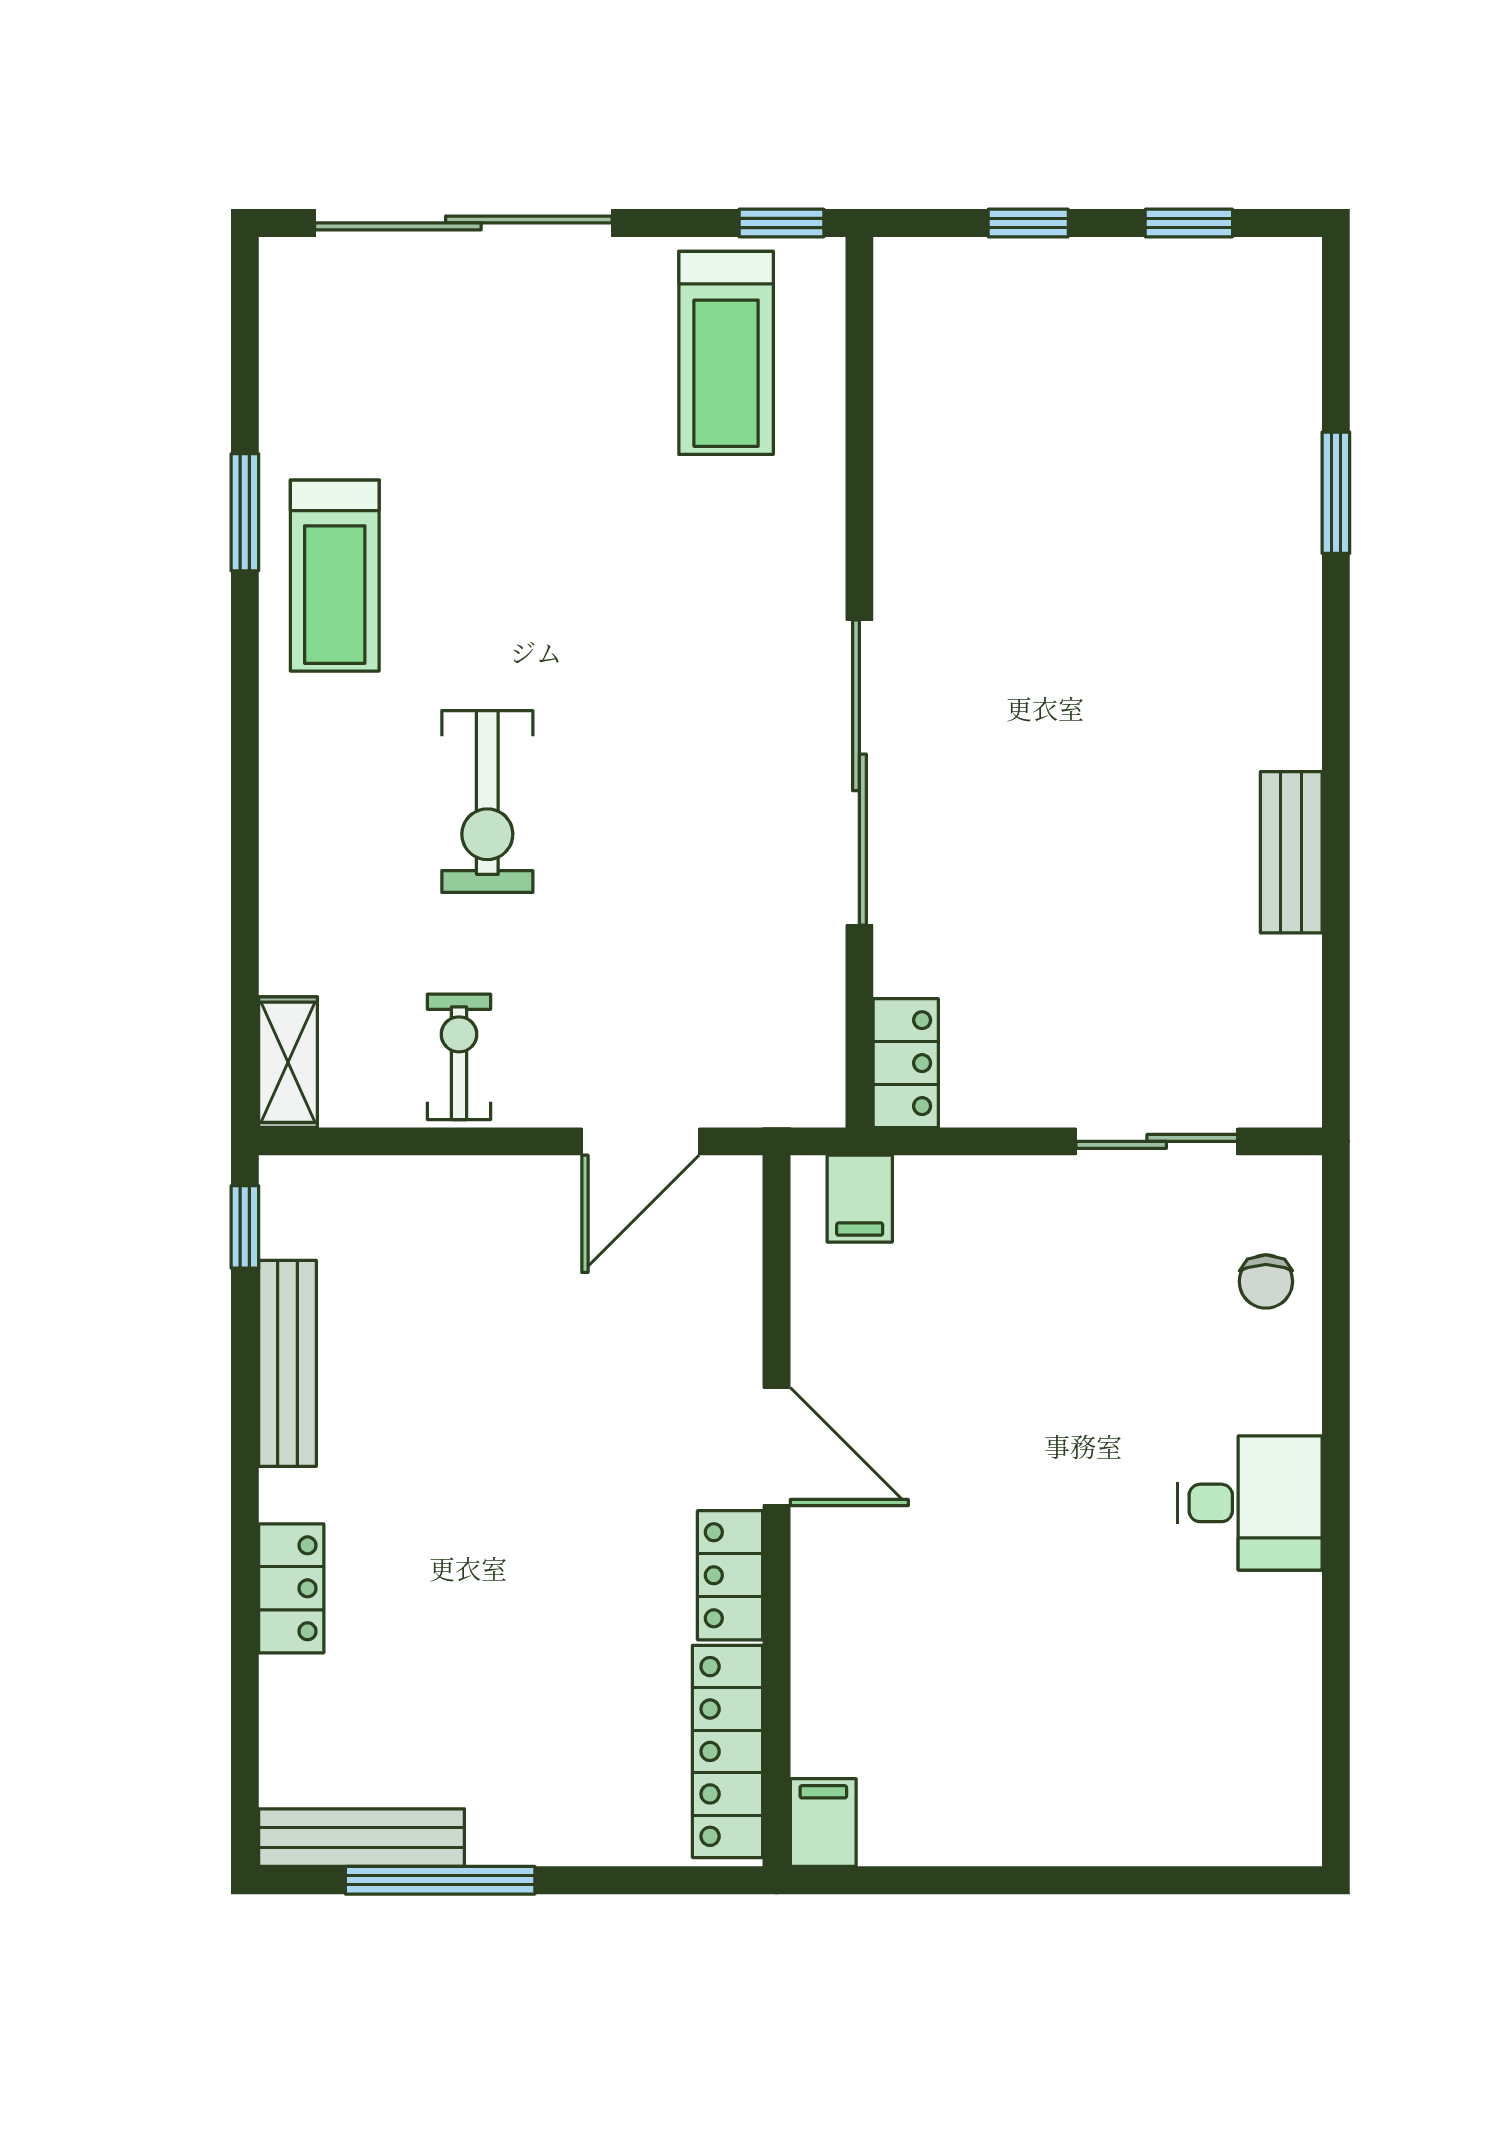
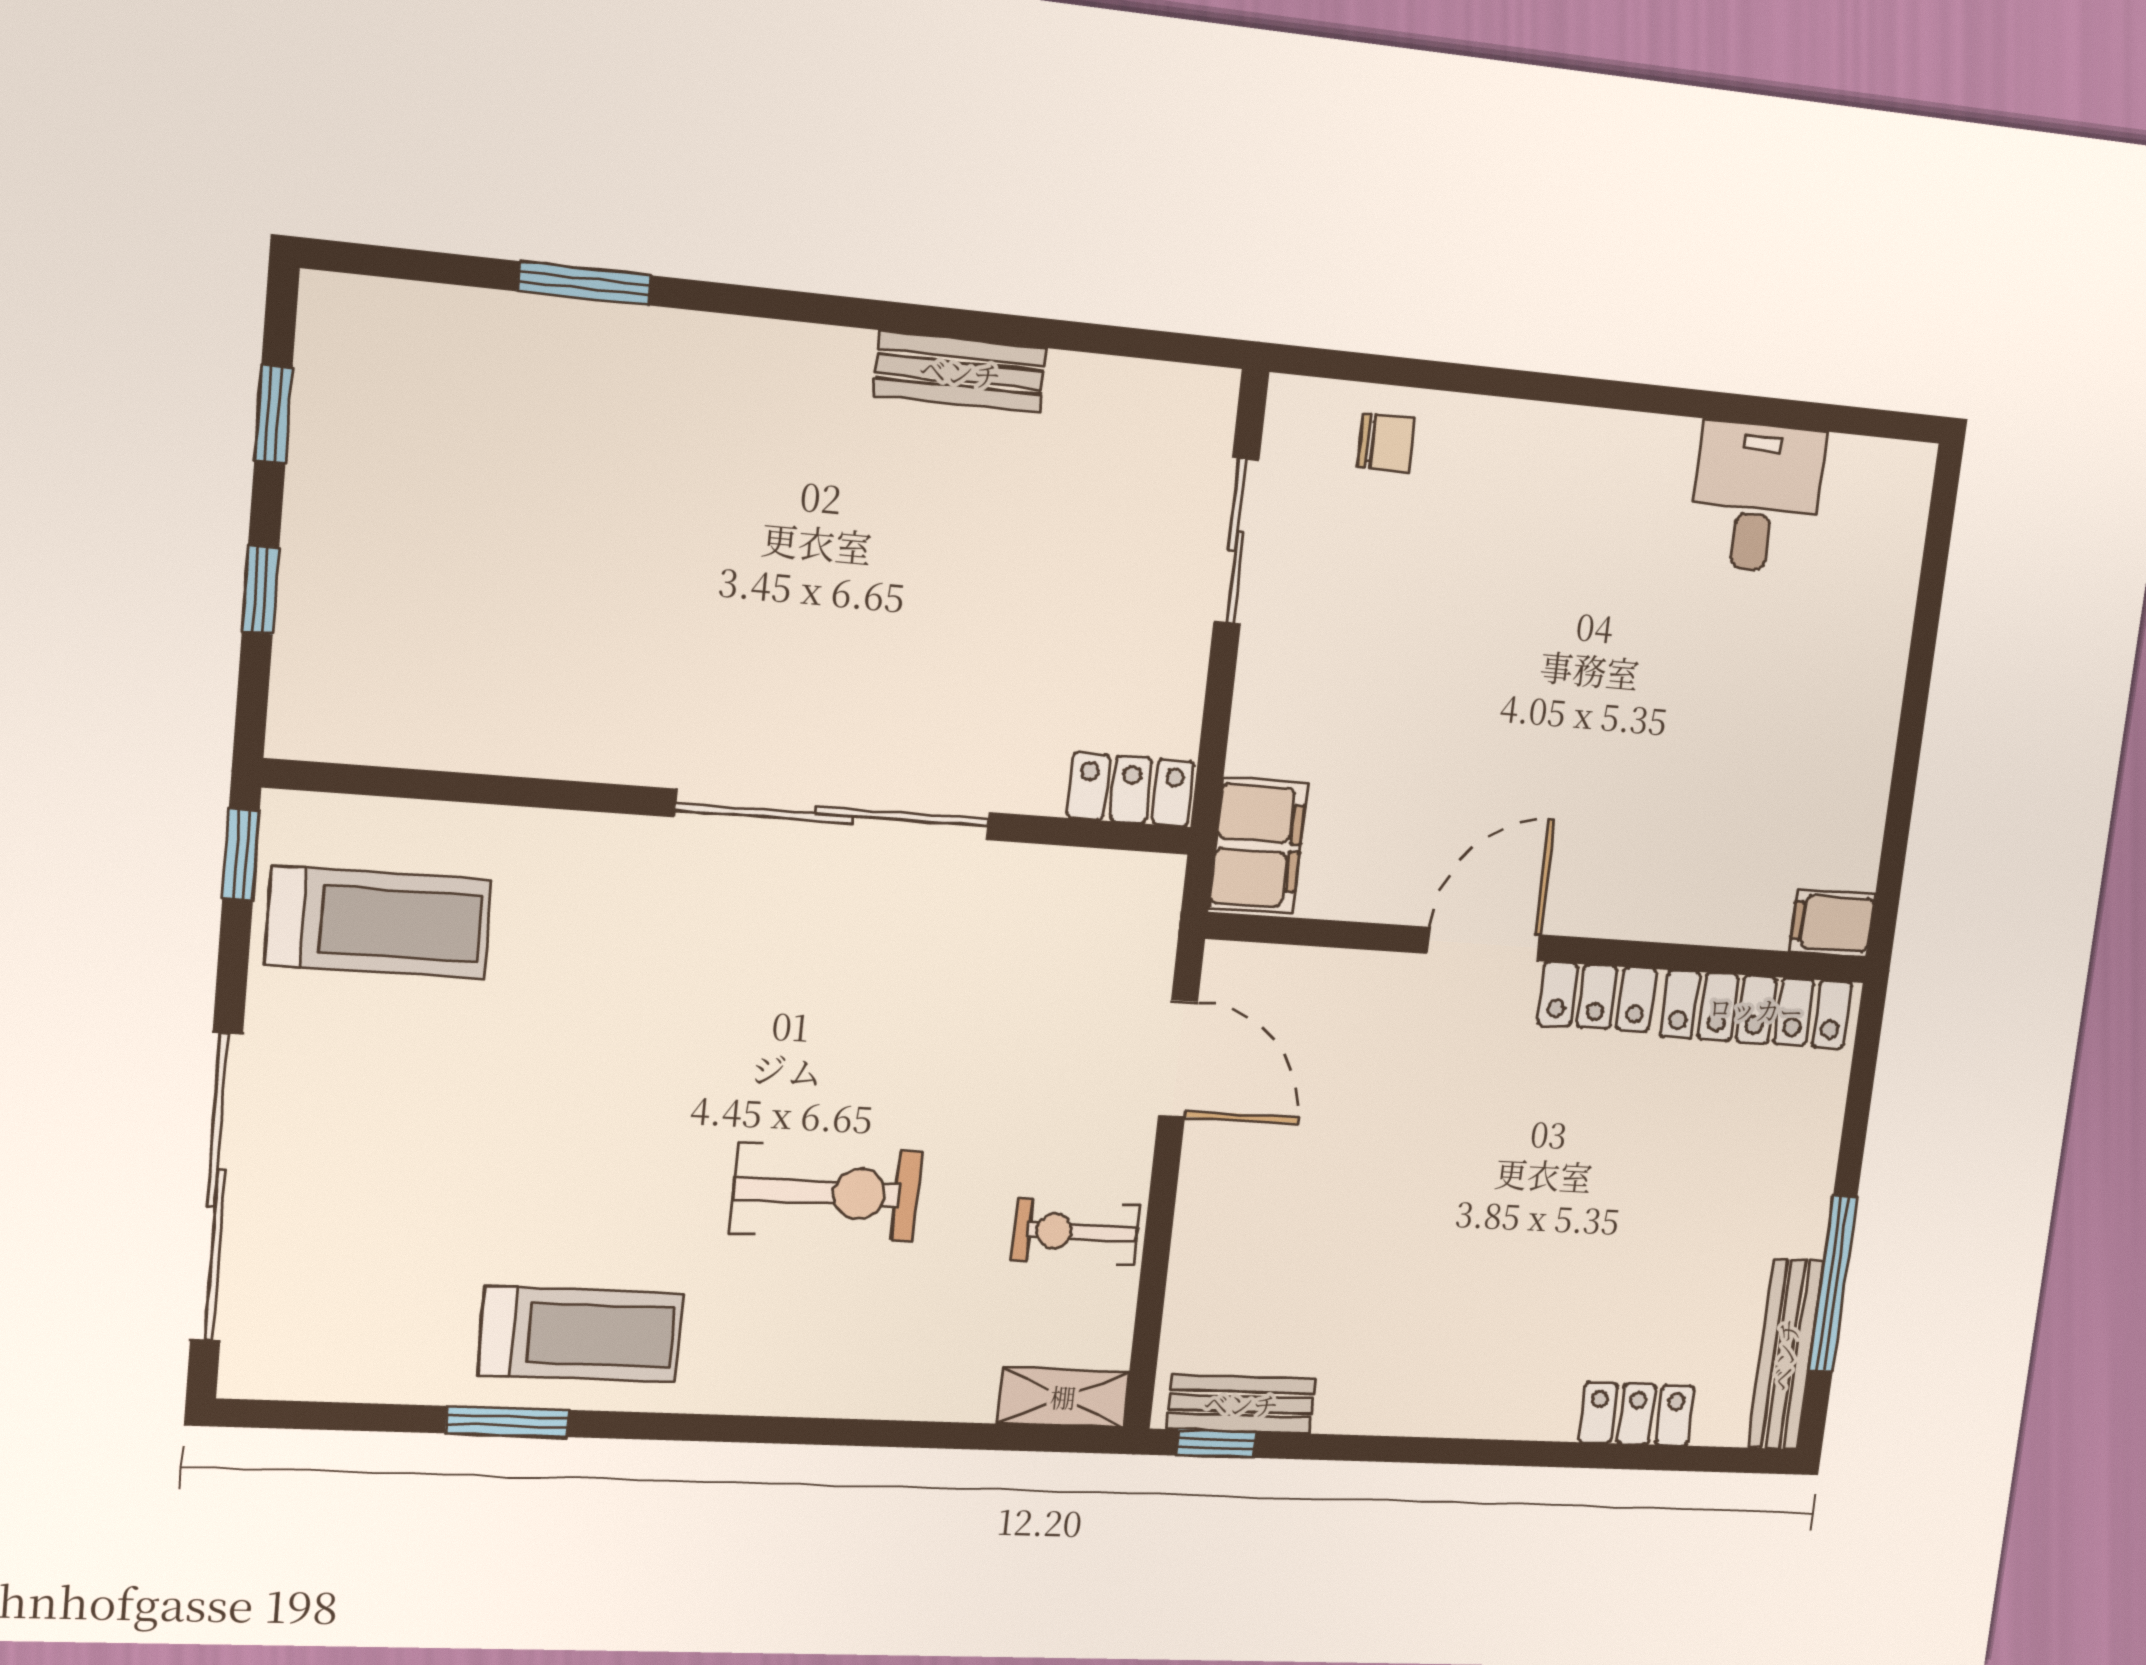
filing cabinet: (860, 1199) -> (1258, 846), width x2.00
bench: (288, 1363) -> (1241, 1404), moved, width x0.73
desk: (1250, 1503) -> (1756, 497), moved
locker: (291, 1588) -> (1636, 1414), moved

